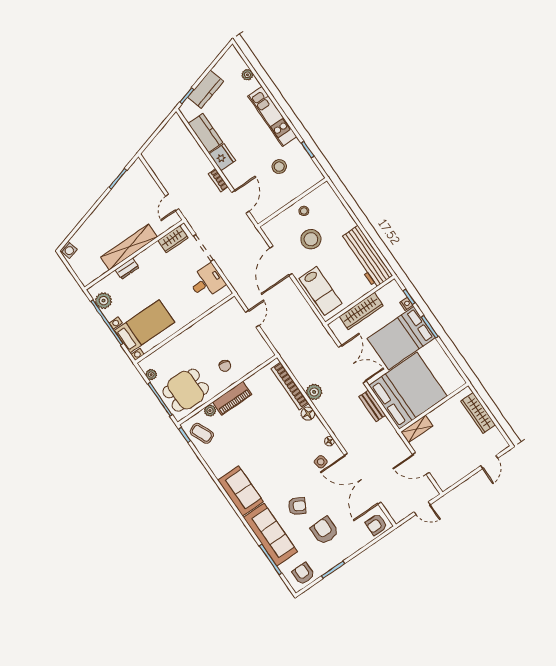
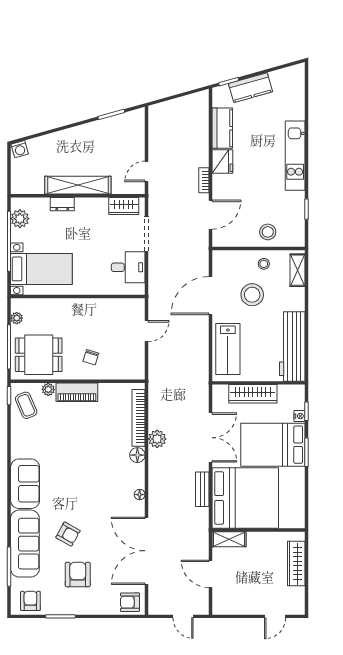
plant: (247, 75) -> (299, 101), removed
stool: (279, 167) -> (268, 232), moved
shelving: (332, 199) -> (298, 270), added
side table: (321, 462) -> (118, 508), removed

